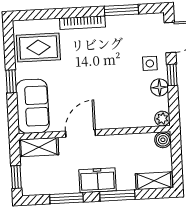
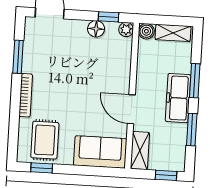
side table: (150, 63) -> (72, 35), removed
window: (172, 75) -> (108, 17), moved
window: (11, 81) -> (42, 168), moved
freezer: (98, 180) -> (178, 98), width x1.40
shelving: (154, 181) -> (173, 33), moved, turned 90

